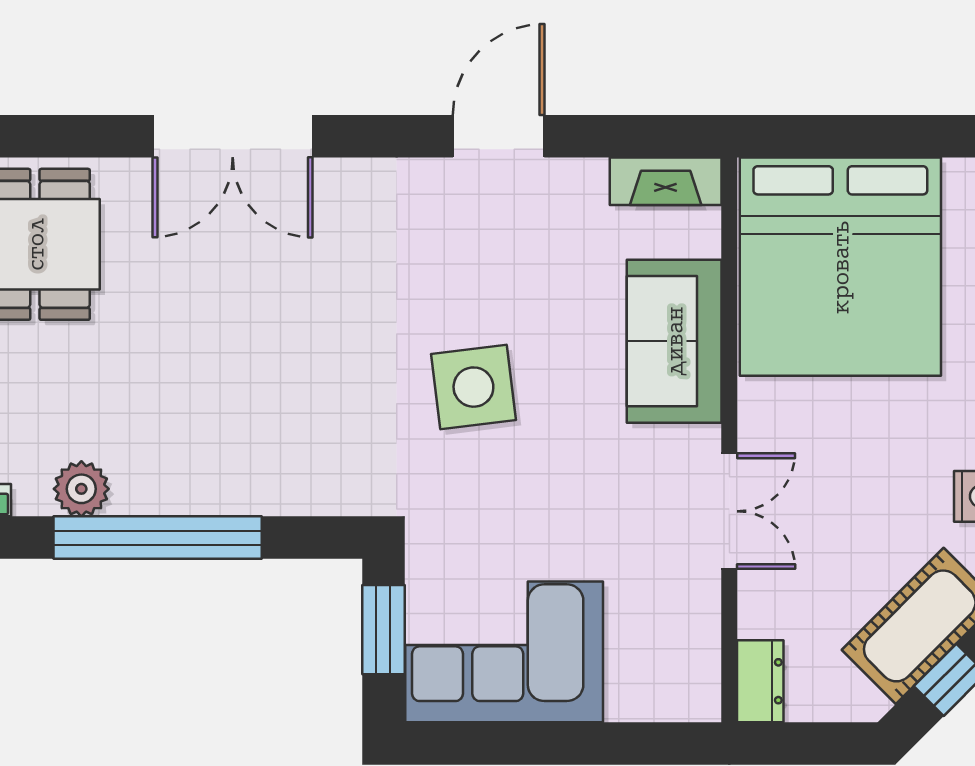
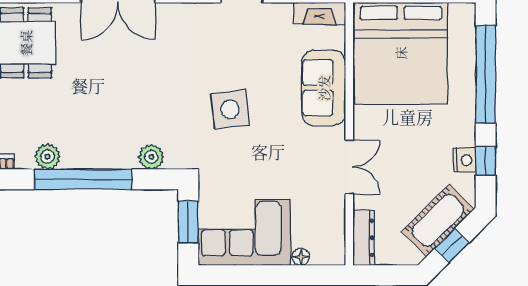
plant: (304, 489) -> (151, 157), added
dresser: (760, 681) -> (364, 238), width x1.44
floor lamp: (625, 704) -> (301, 257), added

